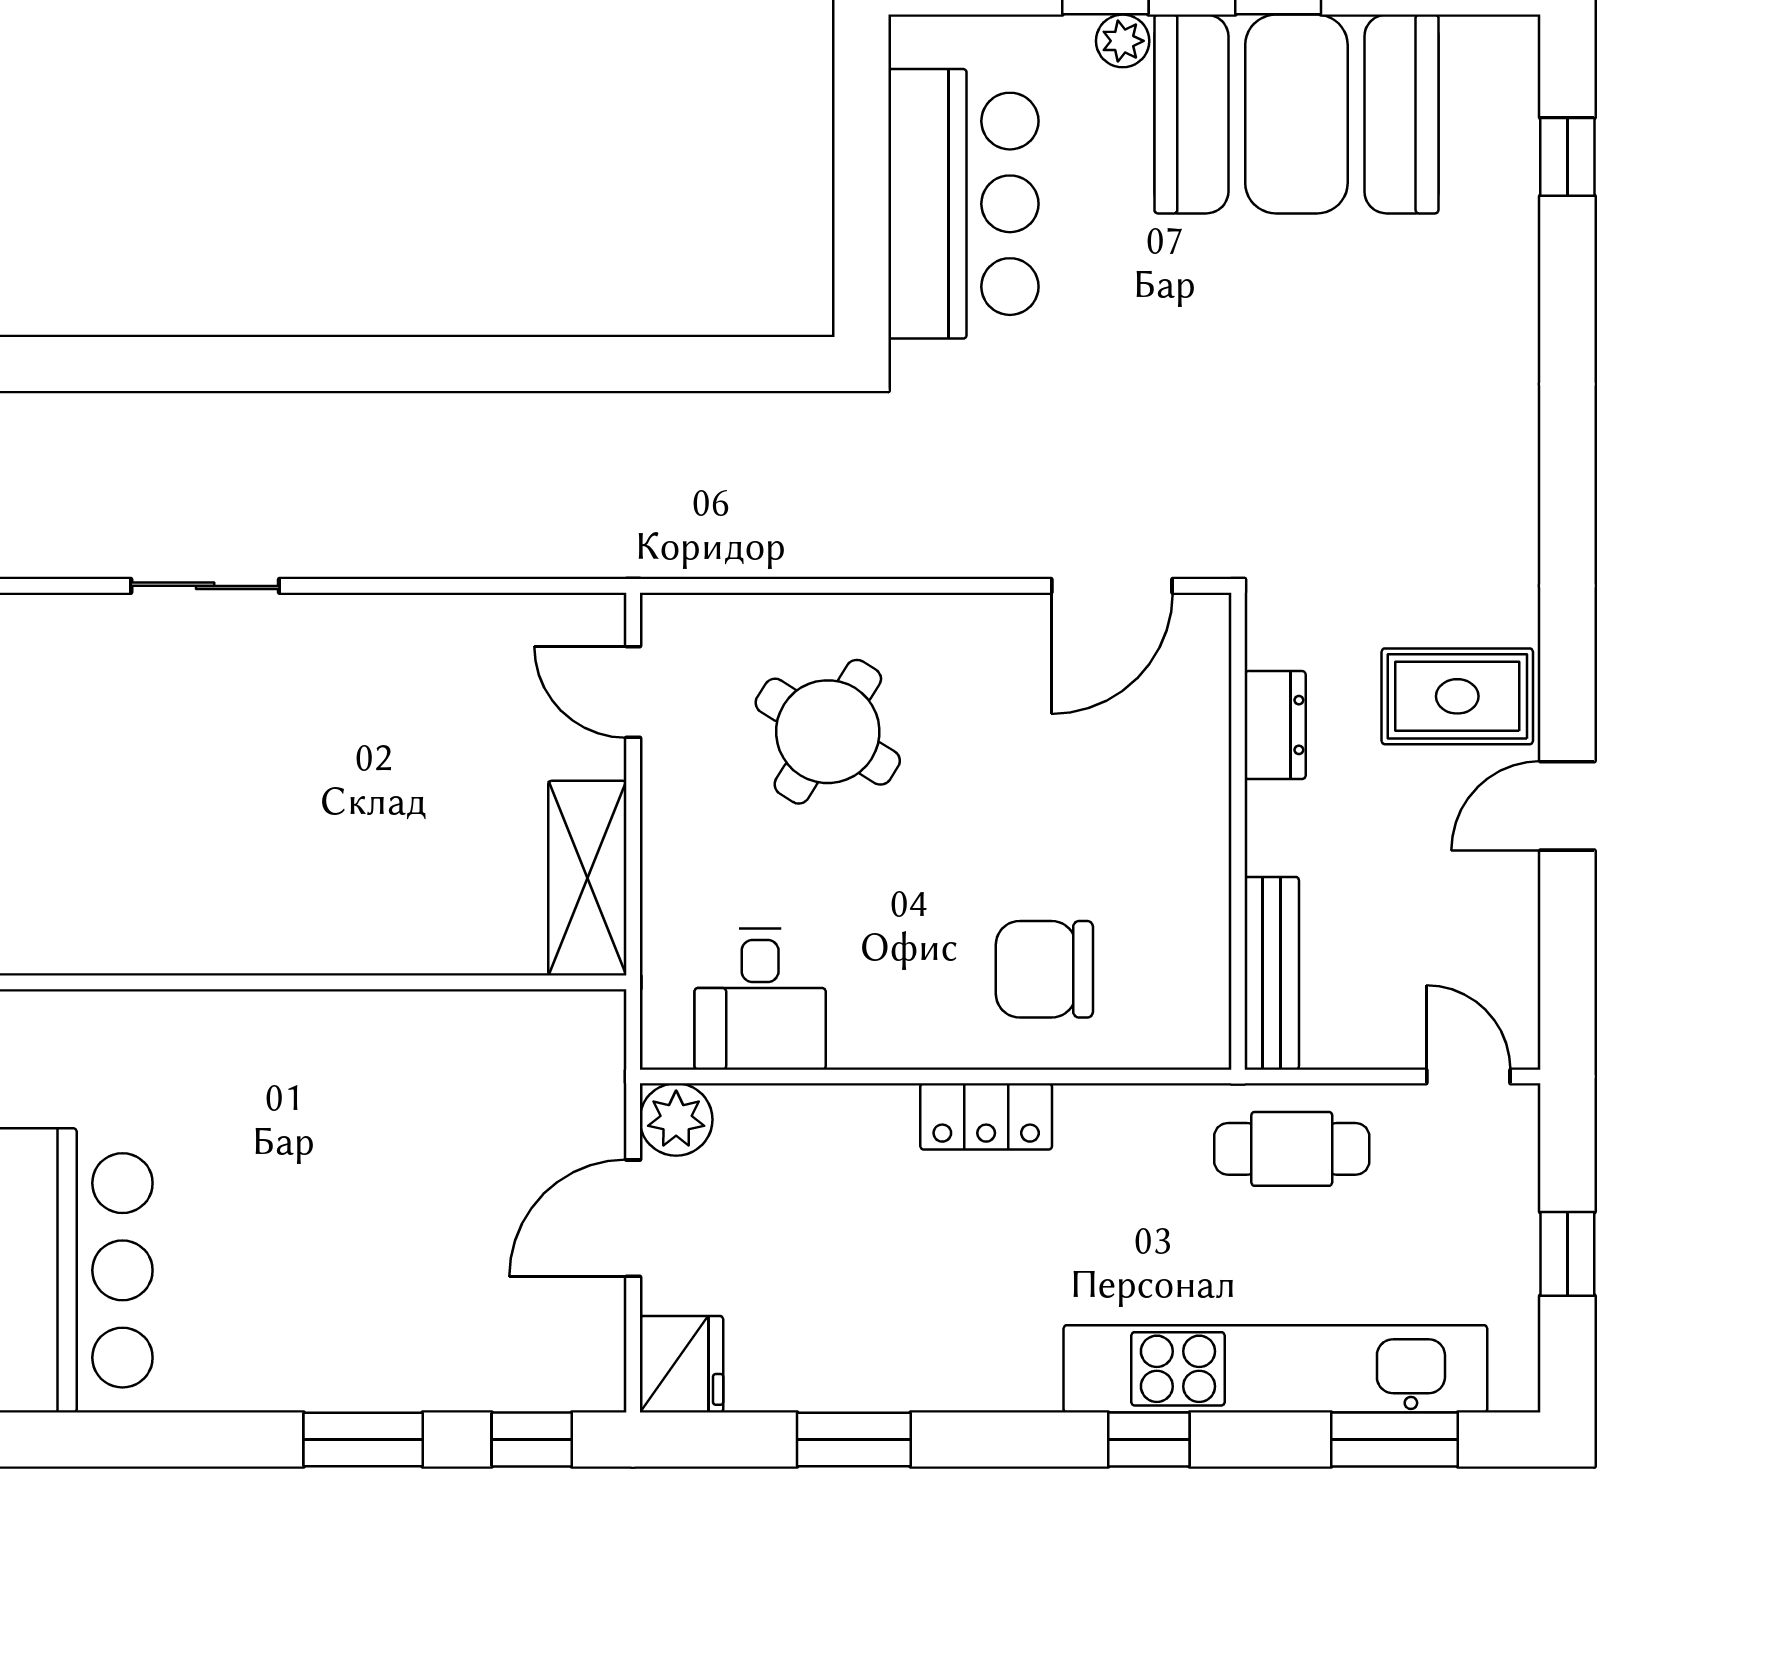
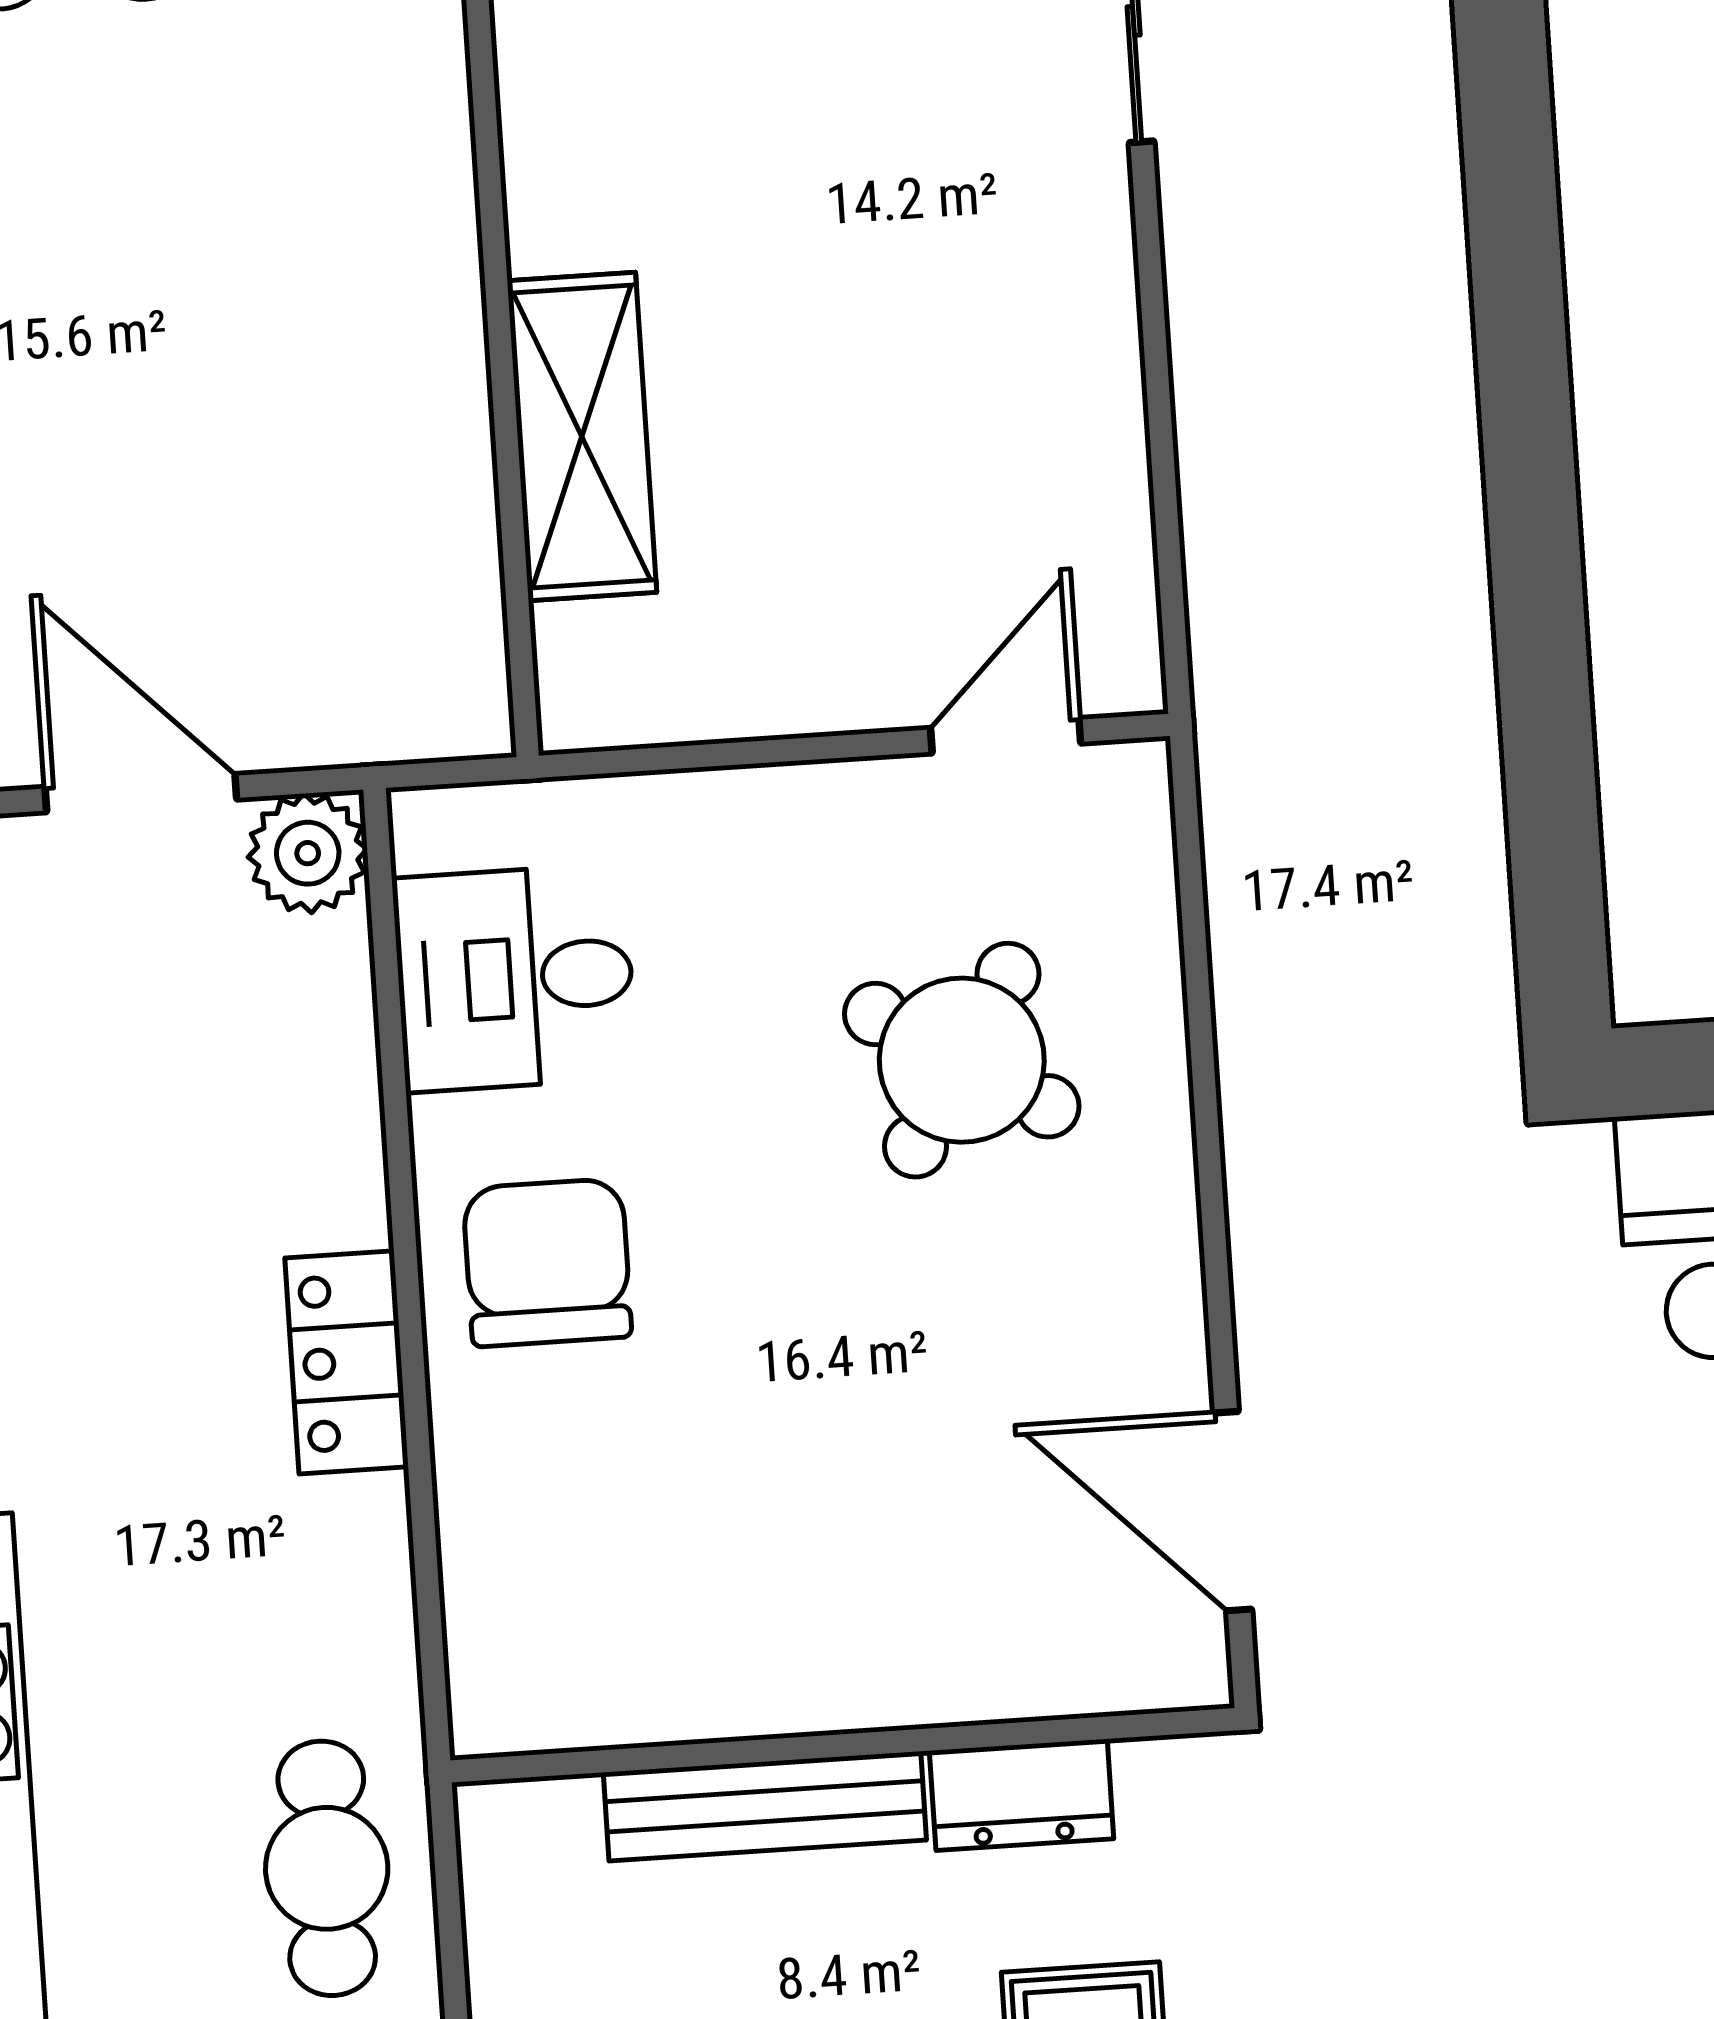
shelving: (587, 878) -> (582, 437), moved, turned 90
chair: (1044, 969) -> (547, 1263), moved
bench: (1272, 973) -> (765, 1806), moved

